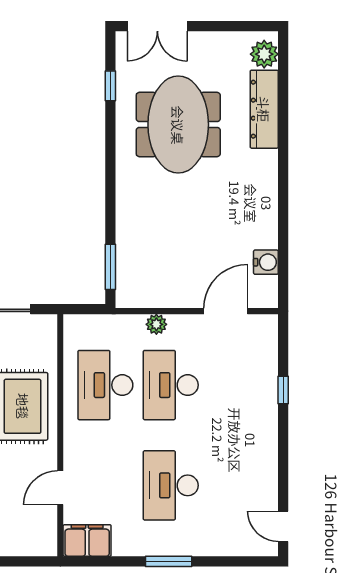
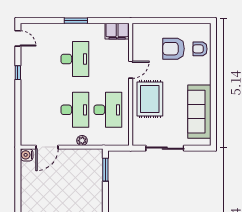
water cooler: (266, 262) -> (27, 155), moved
window: (283, 390) -> (18, 73), moved
door: (60, 488) -> (131, 70), moved

